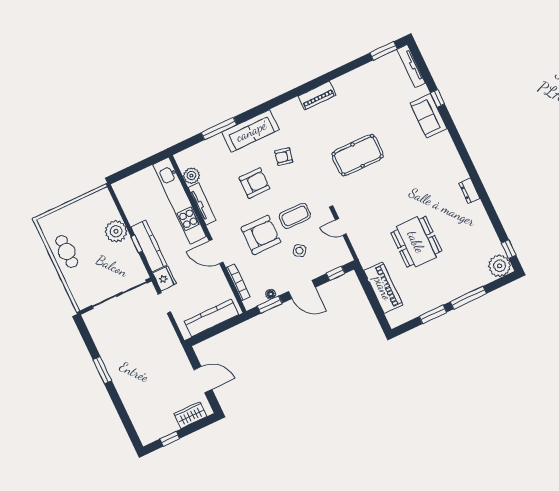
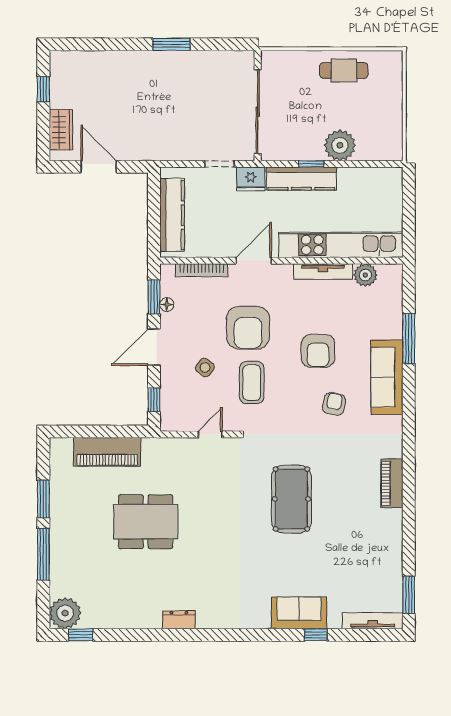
door: (203, 380) -> (99, 167), swing flipped

